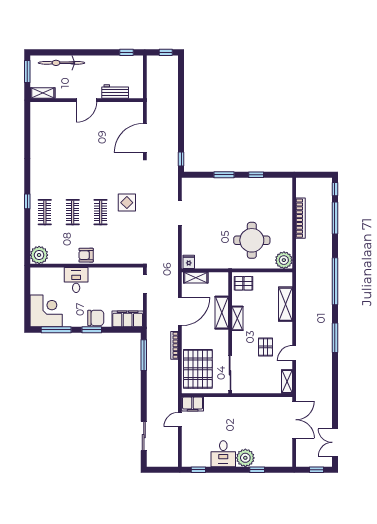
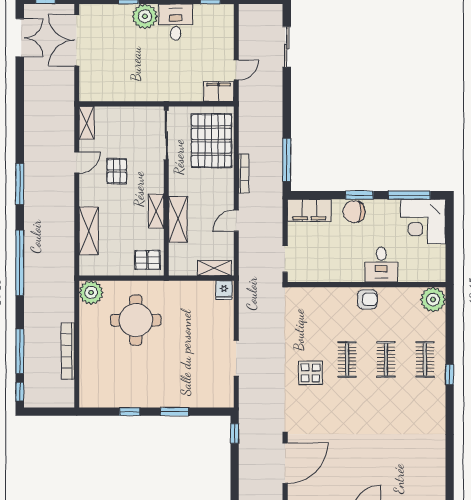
door: (180, 311) -> (236, 221), width x0.53
double door: (294, 420) -> (77, 40), moved

